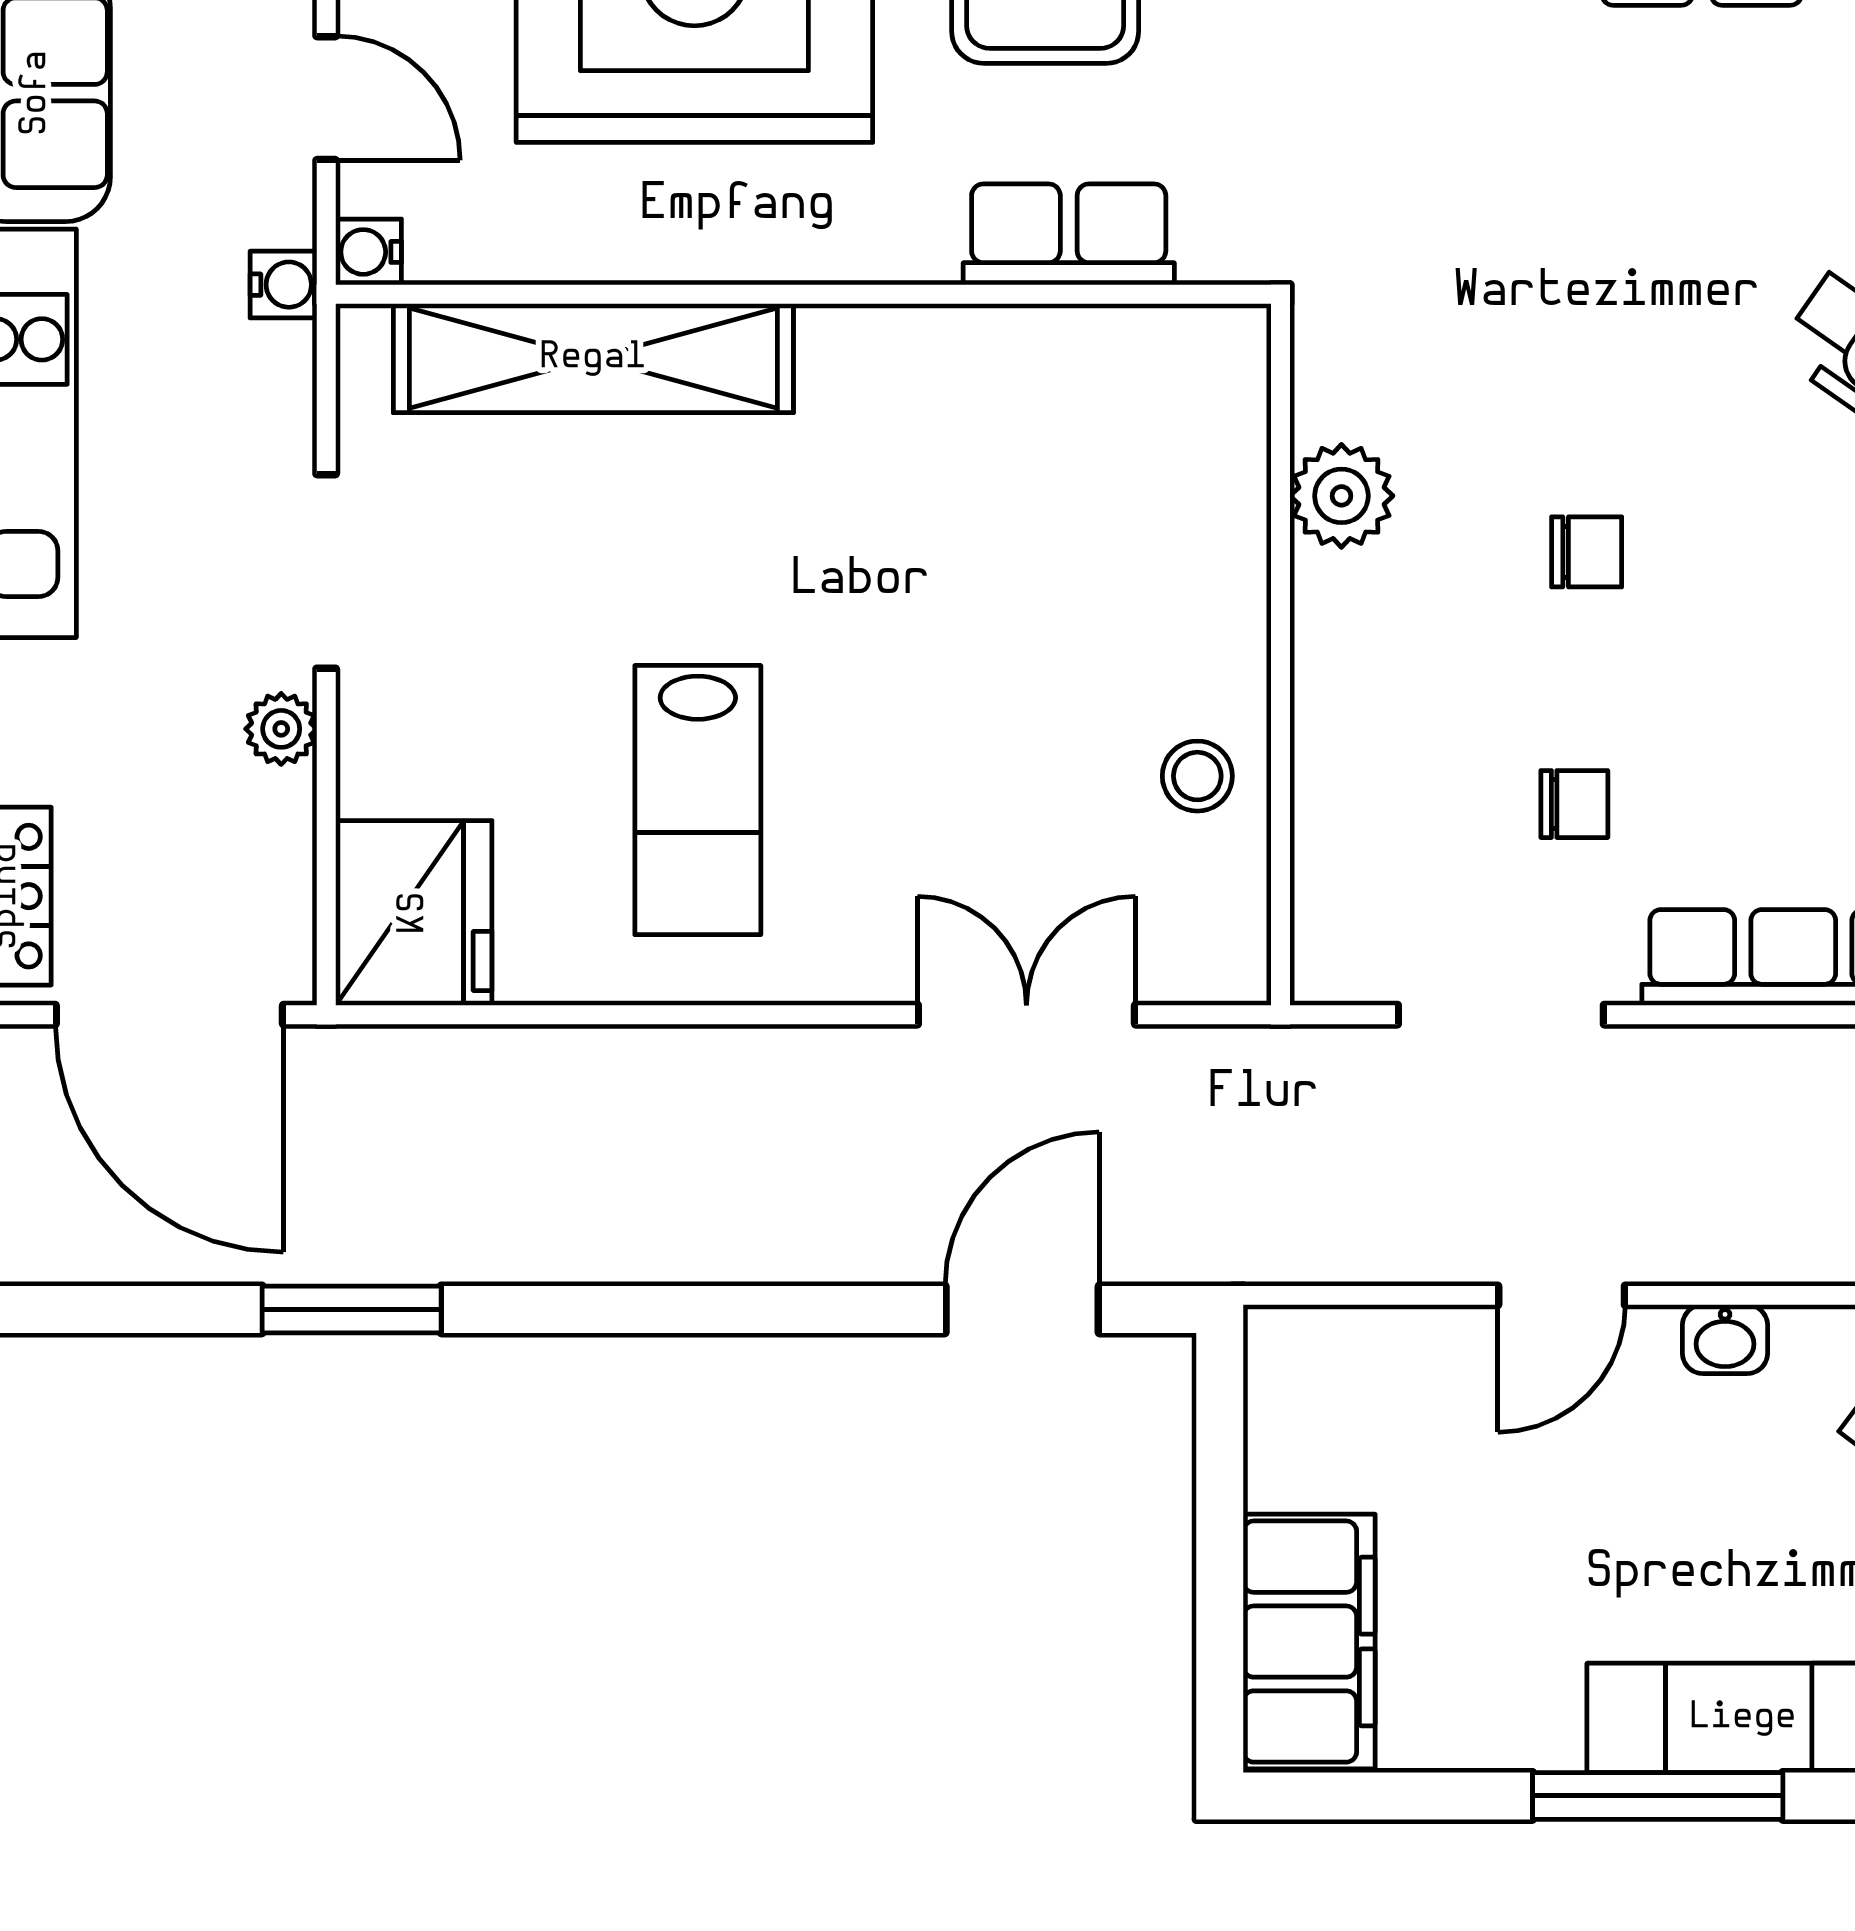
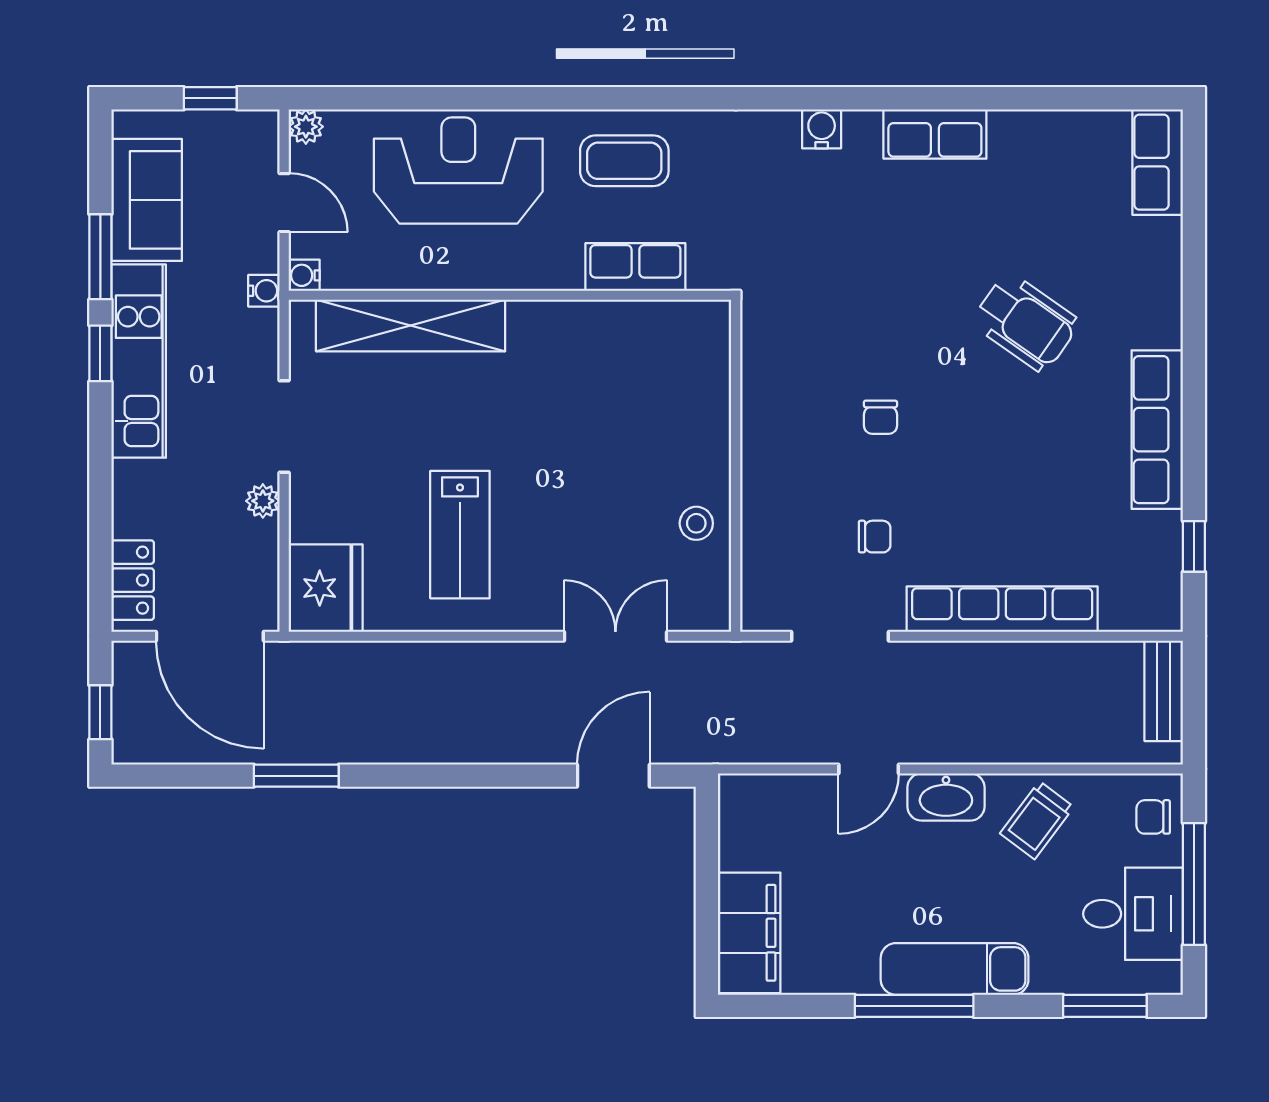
plant: (1341, 496) -> (765, 391), removed
chair: (1587, 552) -> (880, 417), turned 90
washbasin: (1725, 1339) -> (946, 797), width x1.91, depth x1.45

